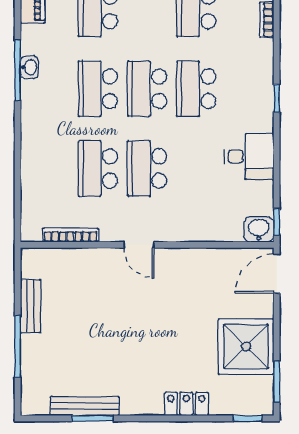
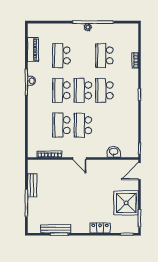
desk: (249, 156) -> (127, 120), removed
washbasin: (259, 229) -> (114, 152), moved

